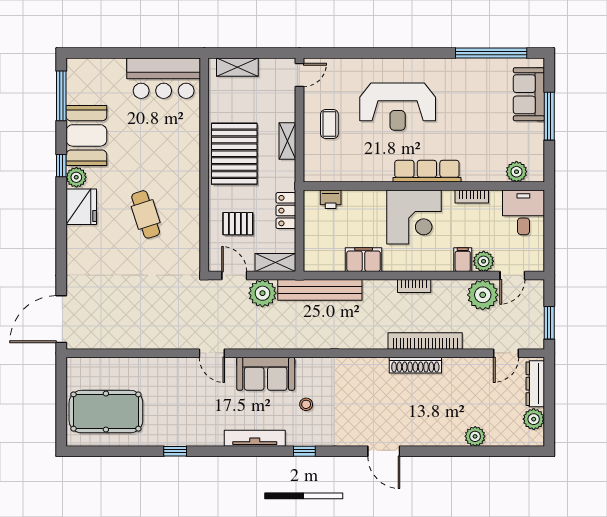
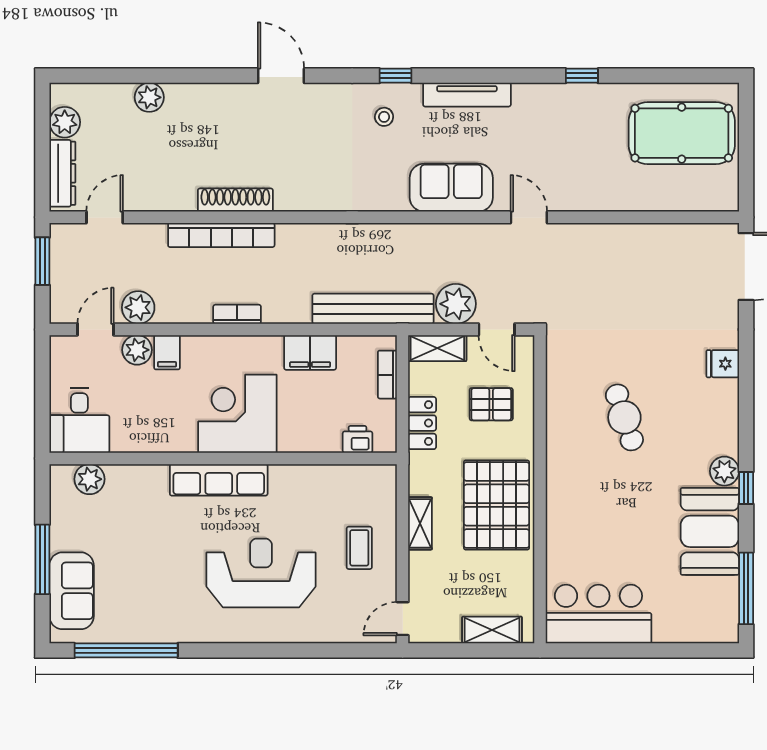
bookcase: (472, 197) -> (387, 375), moved, turned -90
fridge: (81, 207) -> (723, 364), moved, width x0.53, depth x0.75
plant: (483, 295) -> (138, 307), width x0.73, depth x0.73
stool: (306, 404) -> (384, 117), moved

